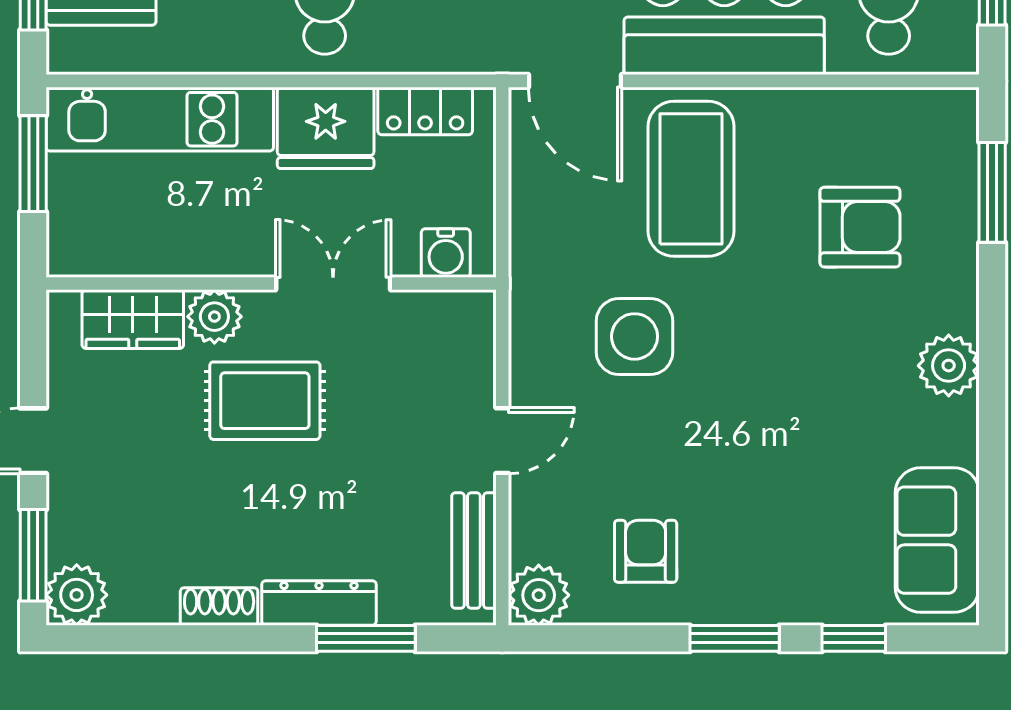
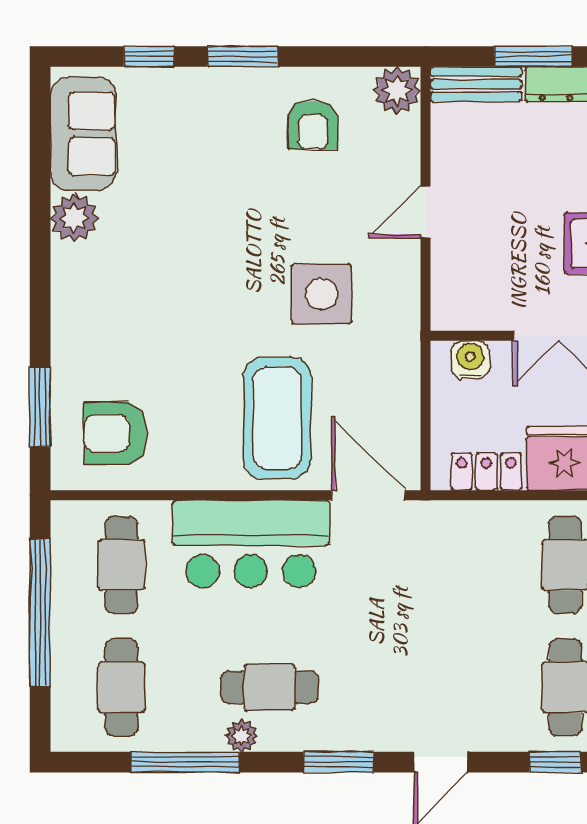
armchair: (860, 227) -> (115, 433), moved
plant: (949, 366) -> (74, 218), moved
bench: (474, 551) -> (476, 84), moved, turned 90

